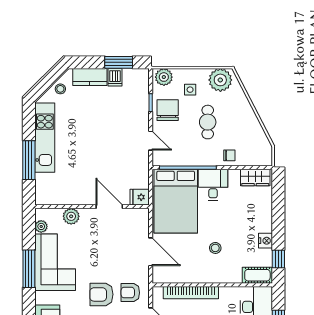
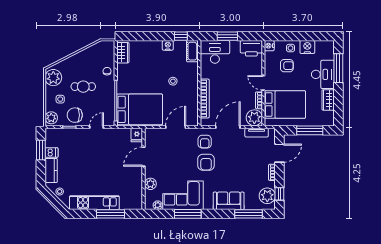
desk: (213, 185) -> (128, 83), removed

